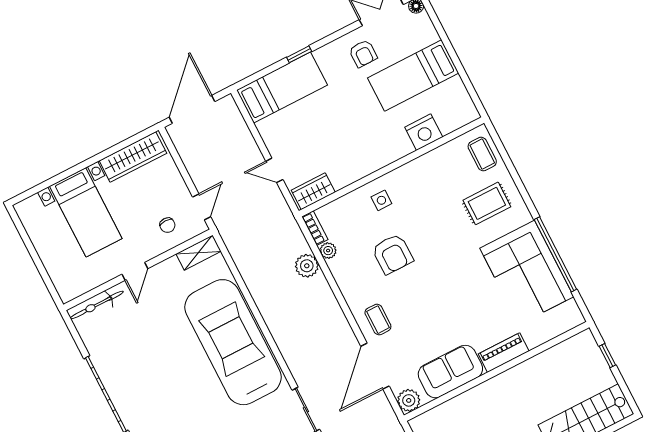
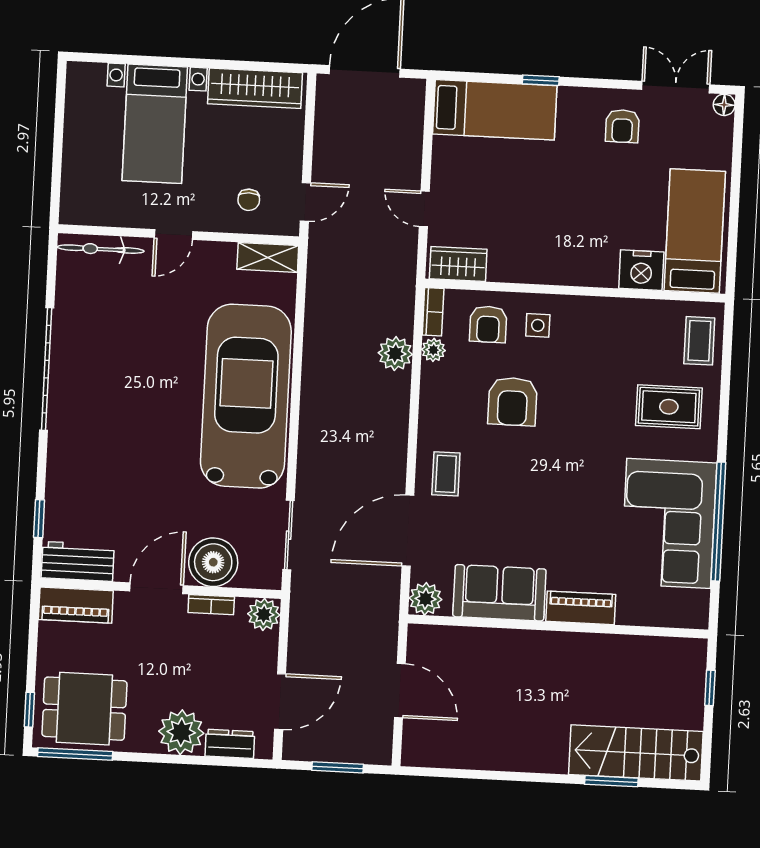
bed: (413, 75) -> (695, 231), moved, turned 90
armchair: (352, 217) -> (488, 324), added

